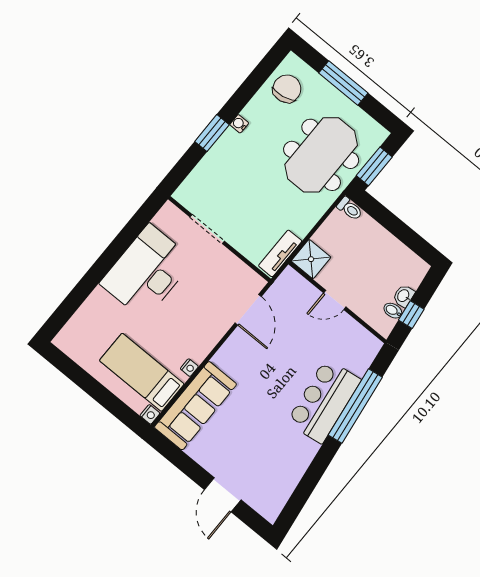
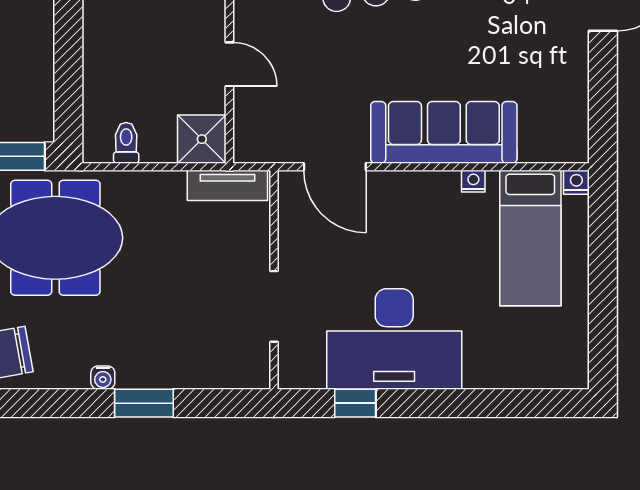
toilet: (350, 209) -> (126, 143), moved
window: (132, 230) -> (355, 403), added
door: (248, 310) -> (335, 167), swing flipped
sofa: (195, 406) -> (444, 132), moved

